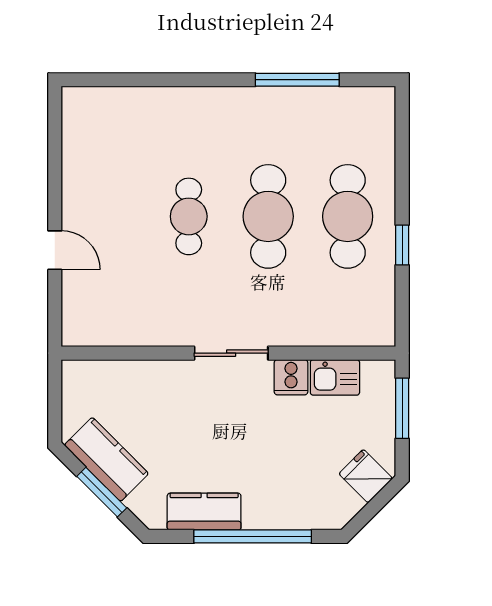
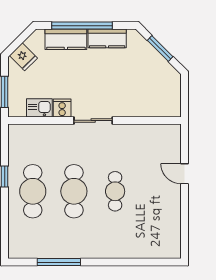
kitchen counter: (106, 459) -> (66, 39), moved, turned -45

